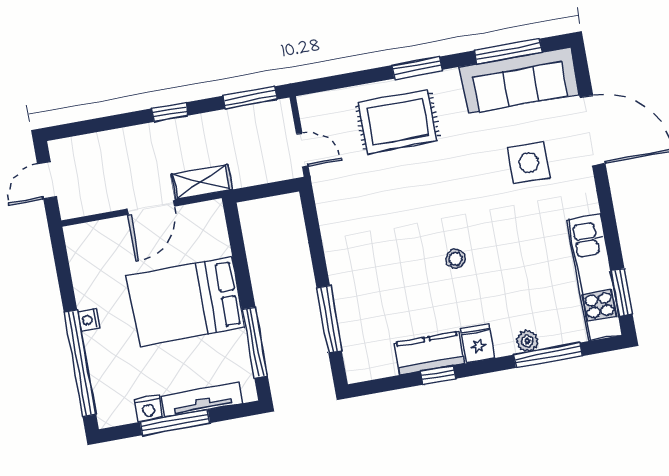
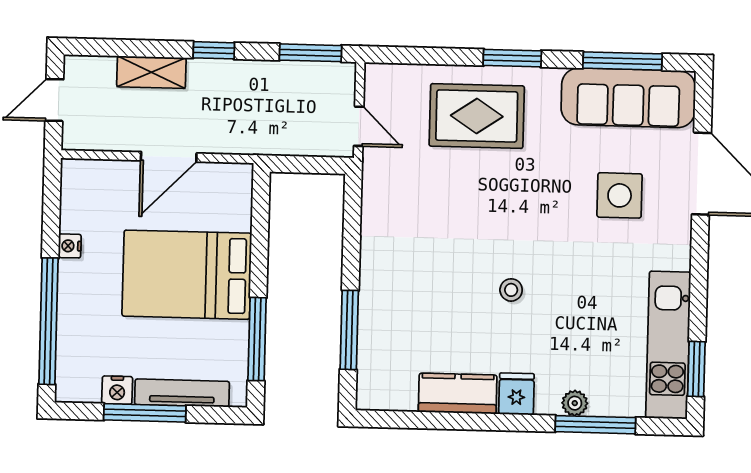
shelving: (201, 182) -> (151, 72), moved
nightstand: (89, 320) -> (70, 246), moved
window: (438, 375) -> (463, 421), removed

